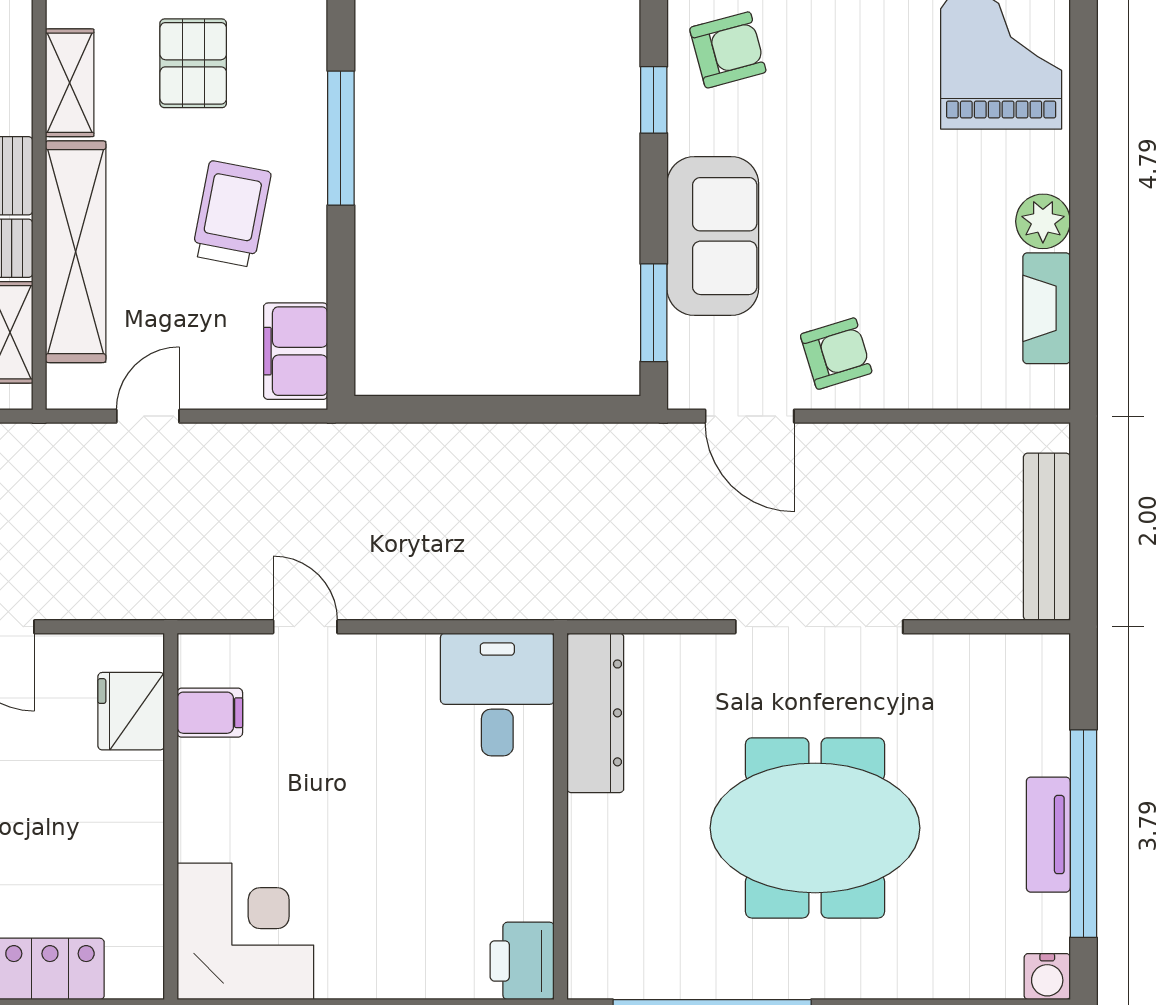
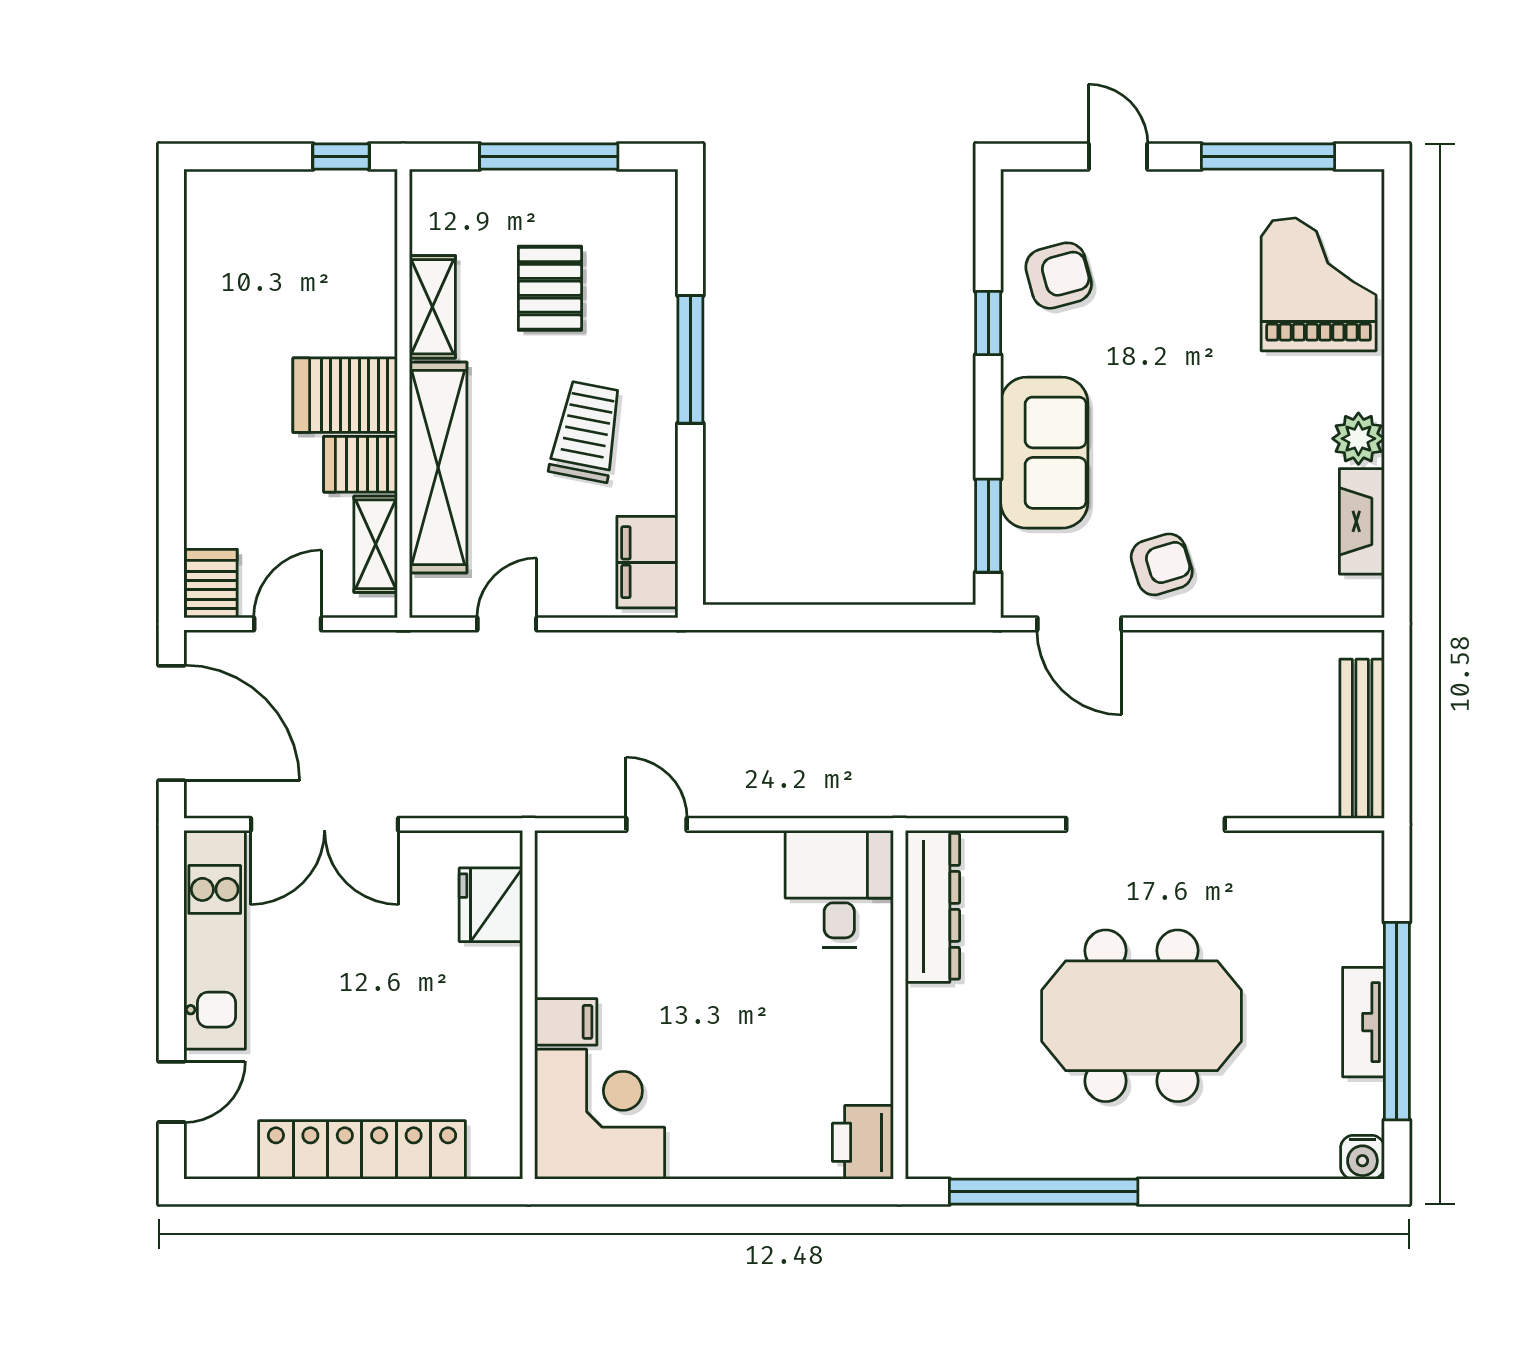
filing cabinet: (210, 713) -> (566, 1022), moved

